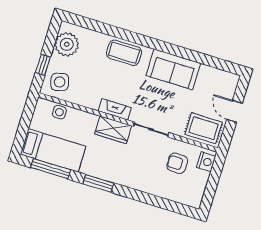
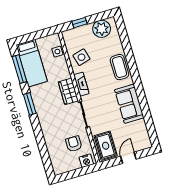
side table: (60, 82) -> (82, 57), moved

